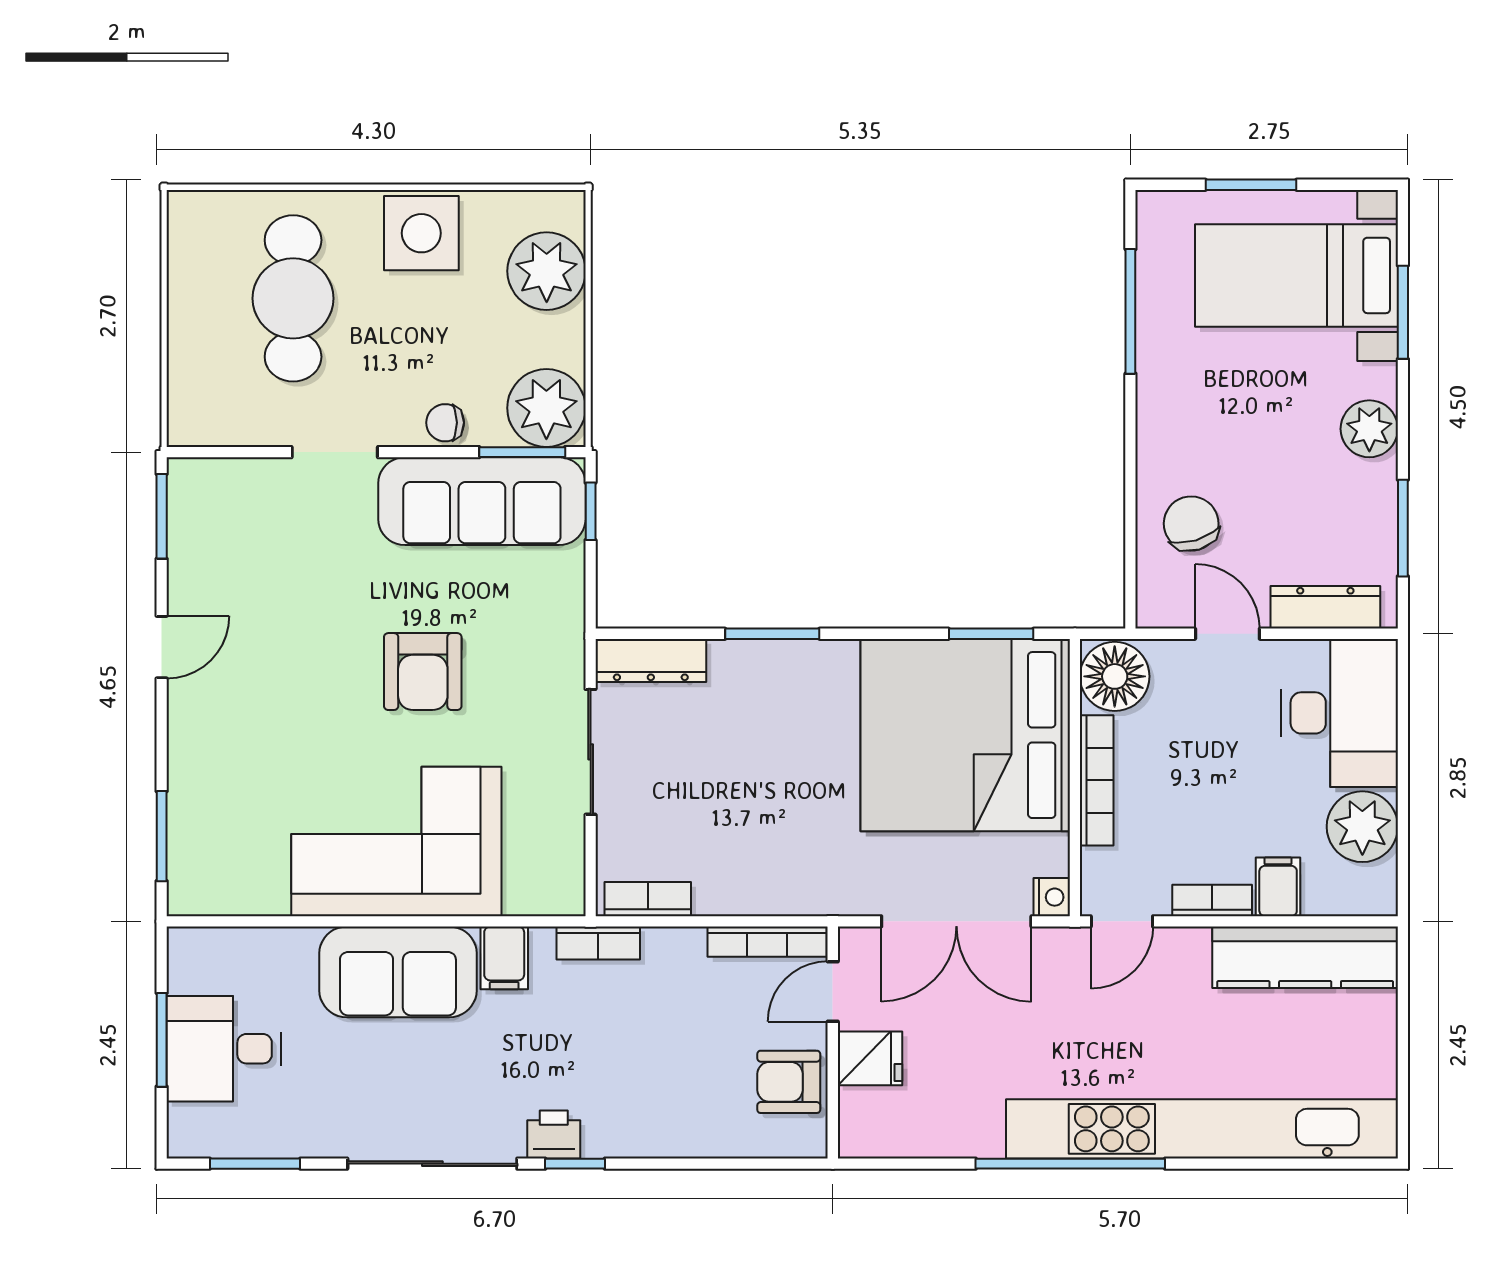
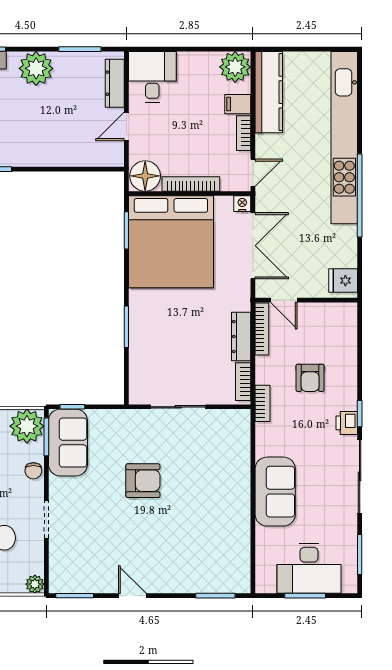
plant: (188, 426) -> (35, 584), added
plant: (1369, 429) -> (36, 68), width x1.36, depth x1.36
sofa: (482, 501) -> (68, 443), width x0.73
chair: (1191, 524) -> (78, 142), removed
dresser: (651, 660) -> (241, 337), moved, turned 180
desk: (1340, 713) -> (152, 77), width x0.73
plant: (1362, 827) -> (235, 67), moved
corner sofa: (396, 841) -> (218, 492), removed
door: (1122, 921) -> (253, 173), hinge flipped
filing cabinet: (504, 958) -> (269, 445), removed
desk: (224, 1049) -> (309, 568), width x1.37
fridge: (870, 1058) -> (343, 281), moved, turned -90
armchair: (789, 1082) -> (310, 378), moved

